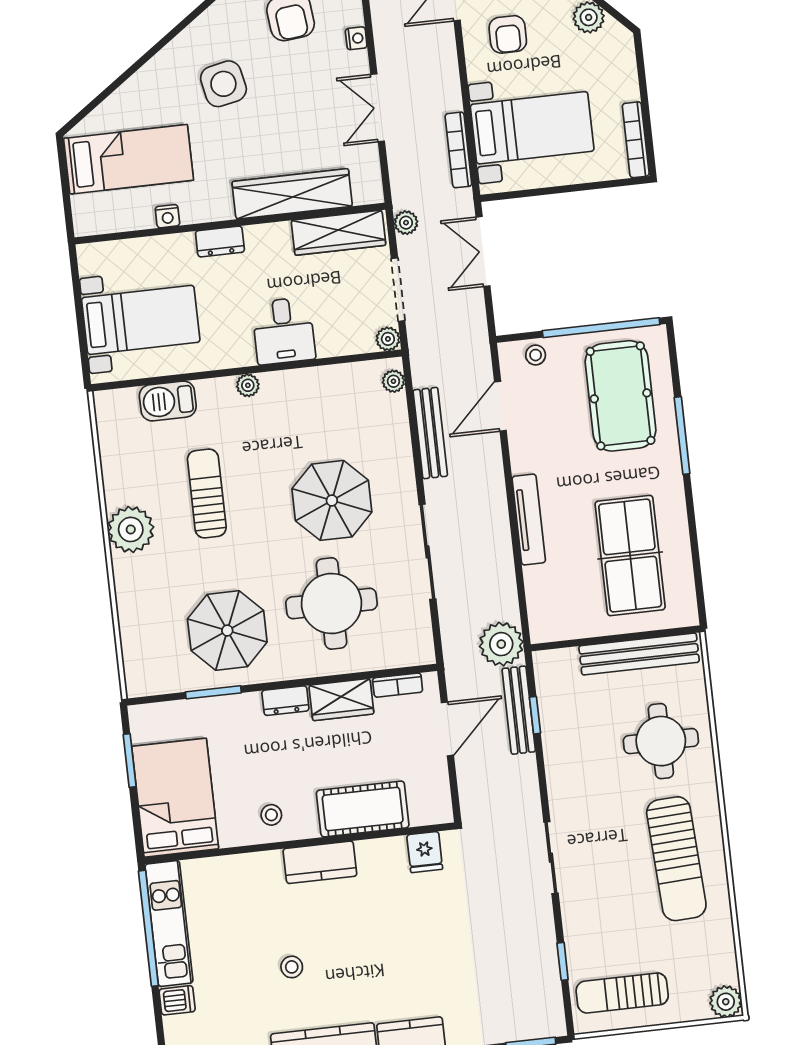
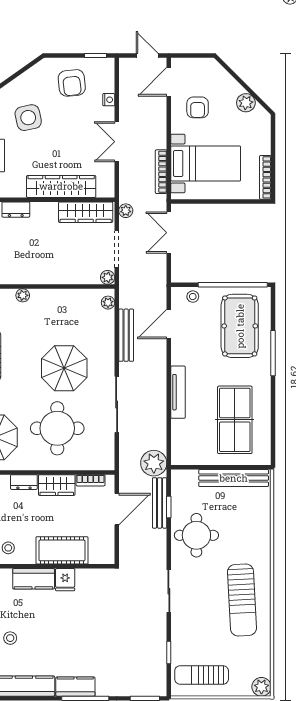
desk: (284, 331) -> (47, 266), removed
round table: (661, 741) -> (196, 535), moved
fridge: (425, 852) -> (65, 580), moved

